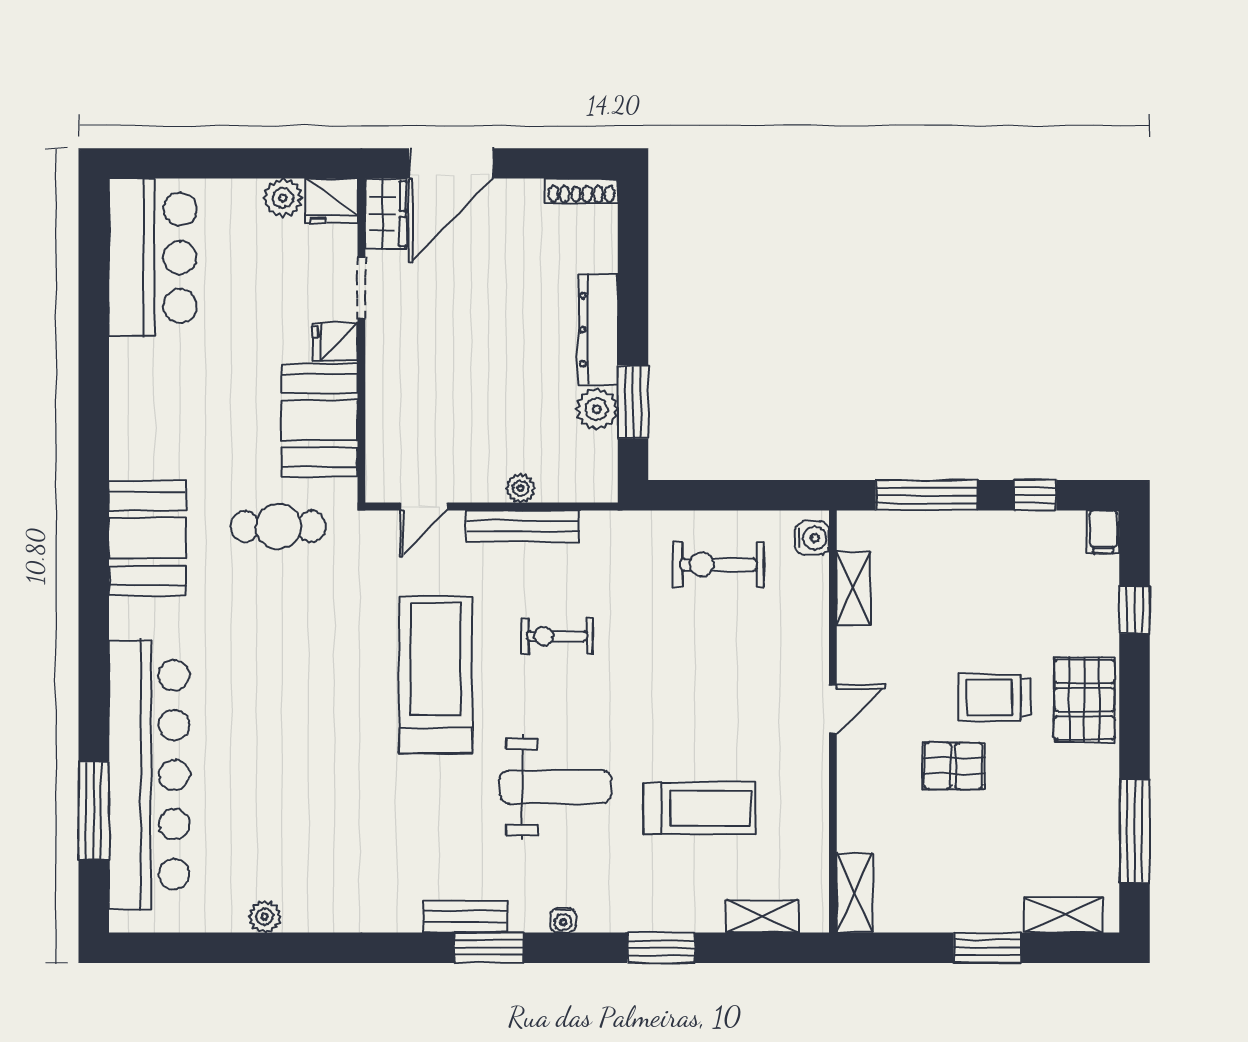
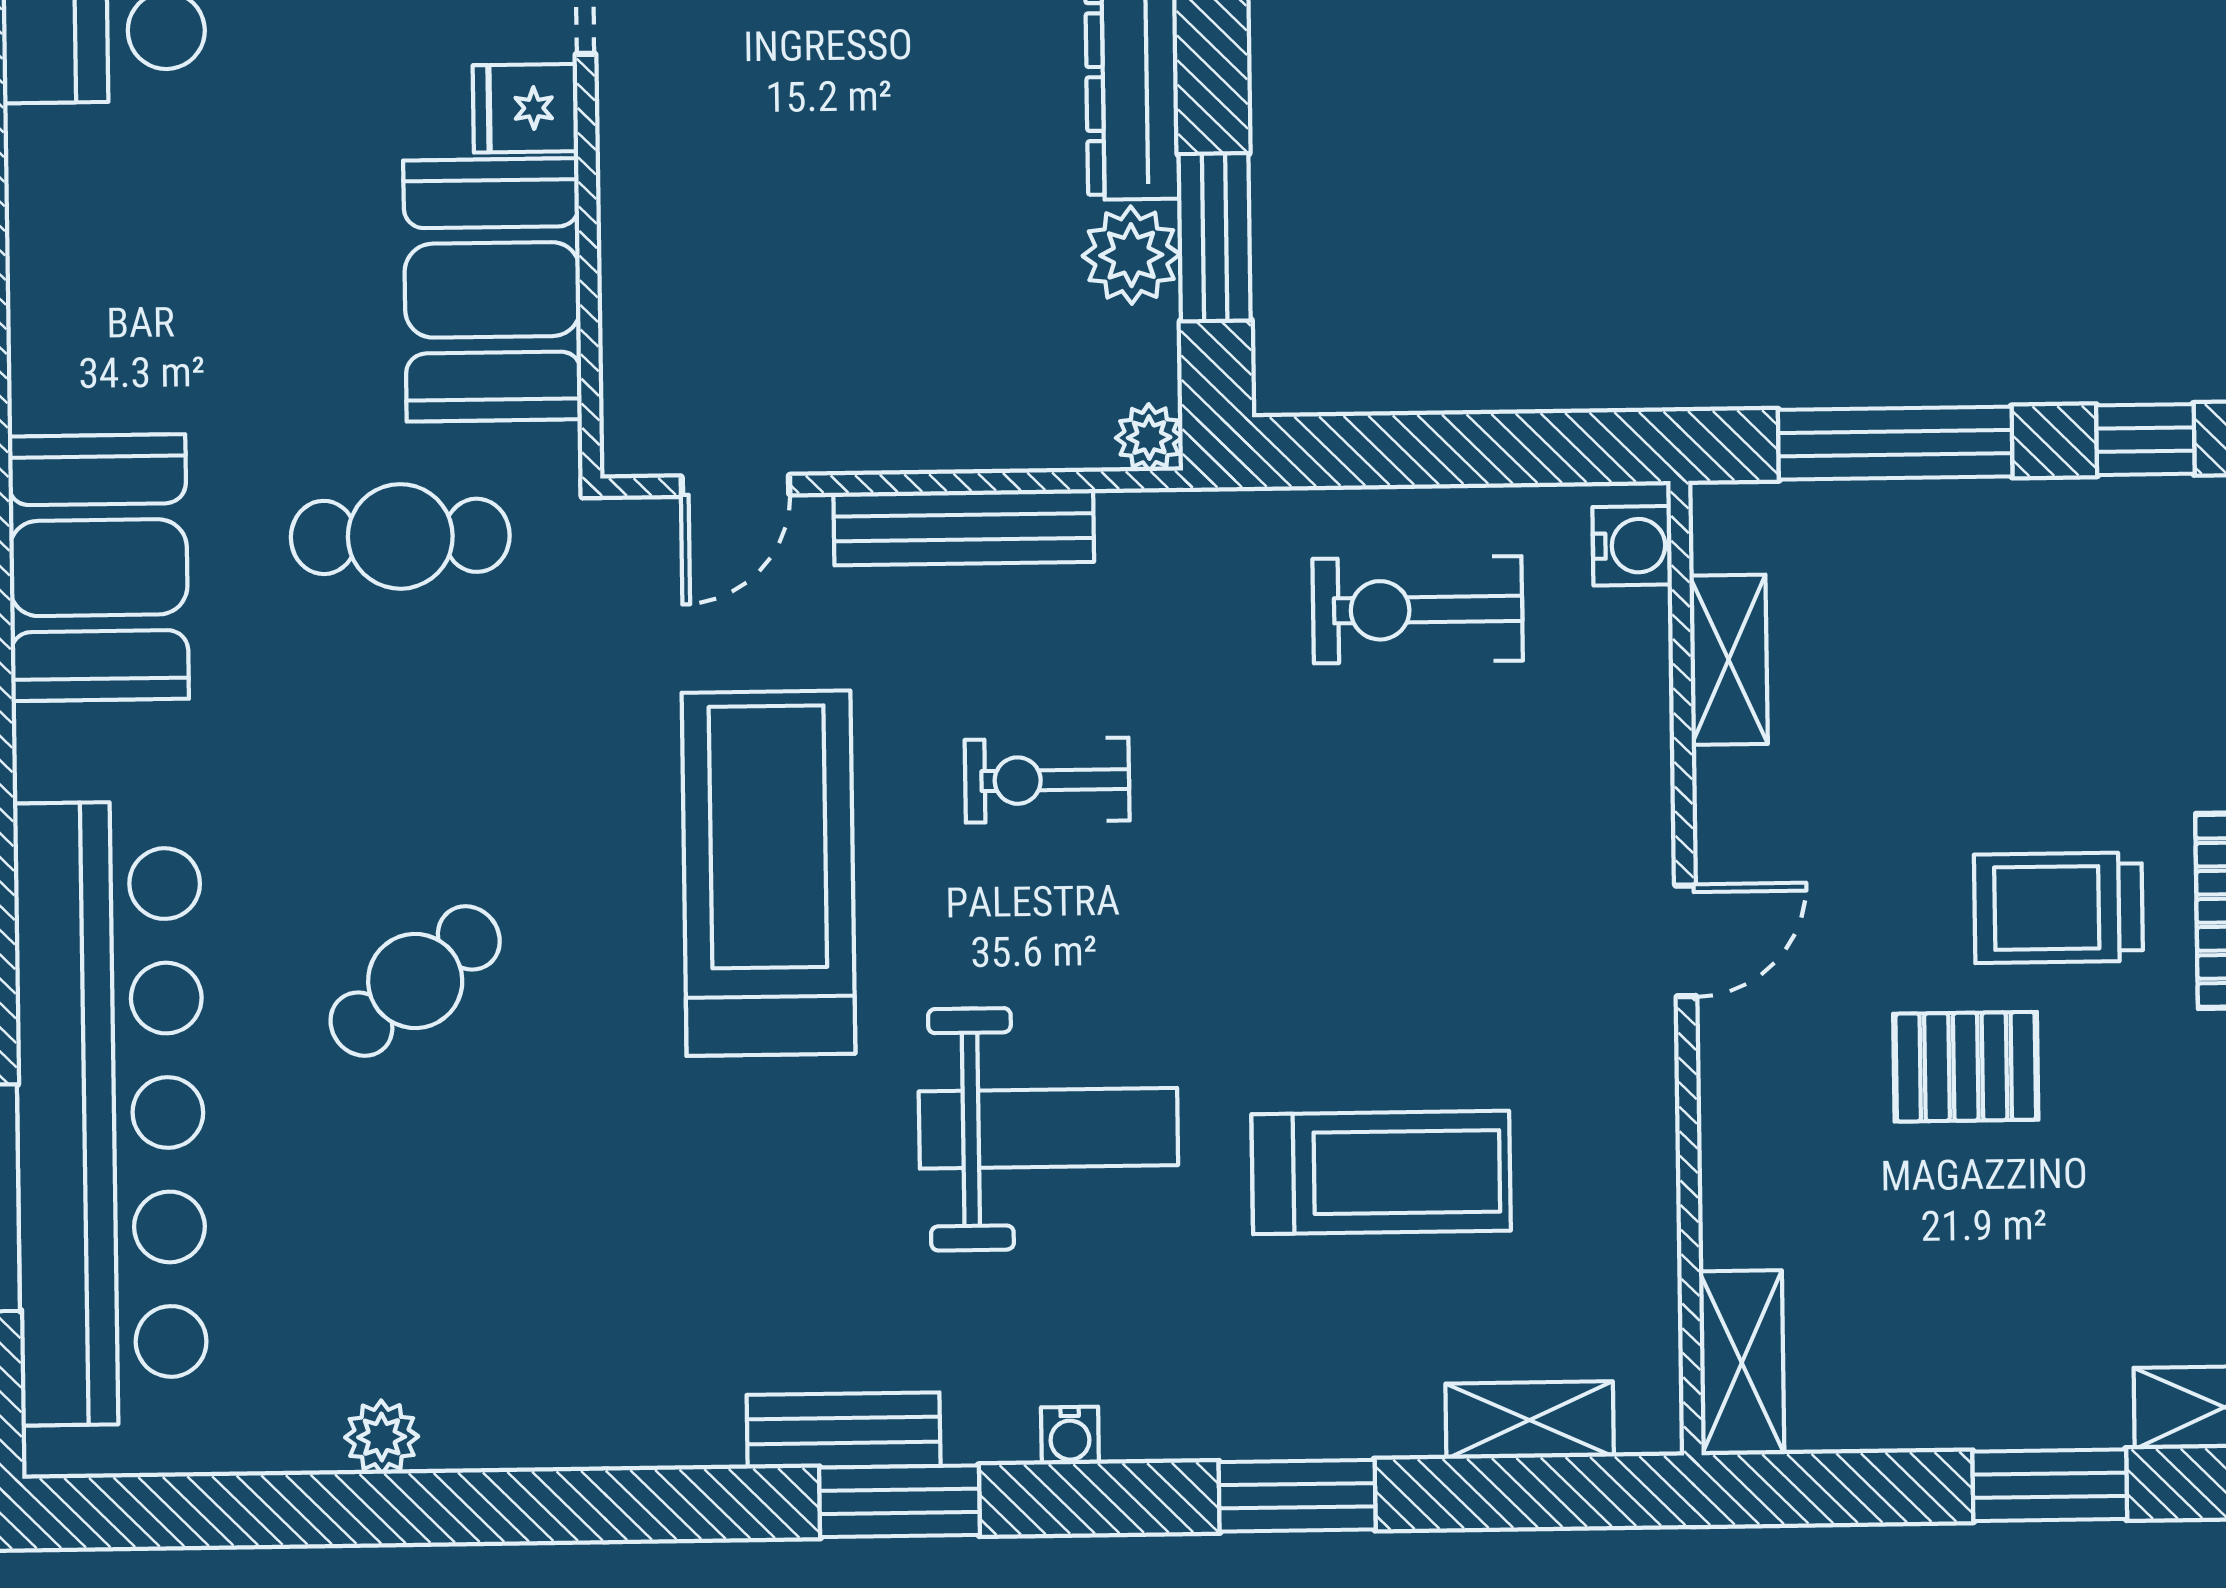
plant: (521, 488) -> (1149, 438), moved
cafe table: (282, 719) -> (415, 981), added

